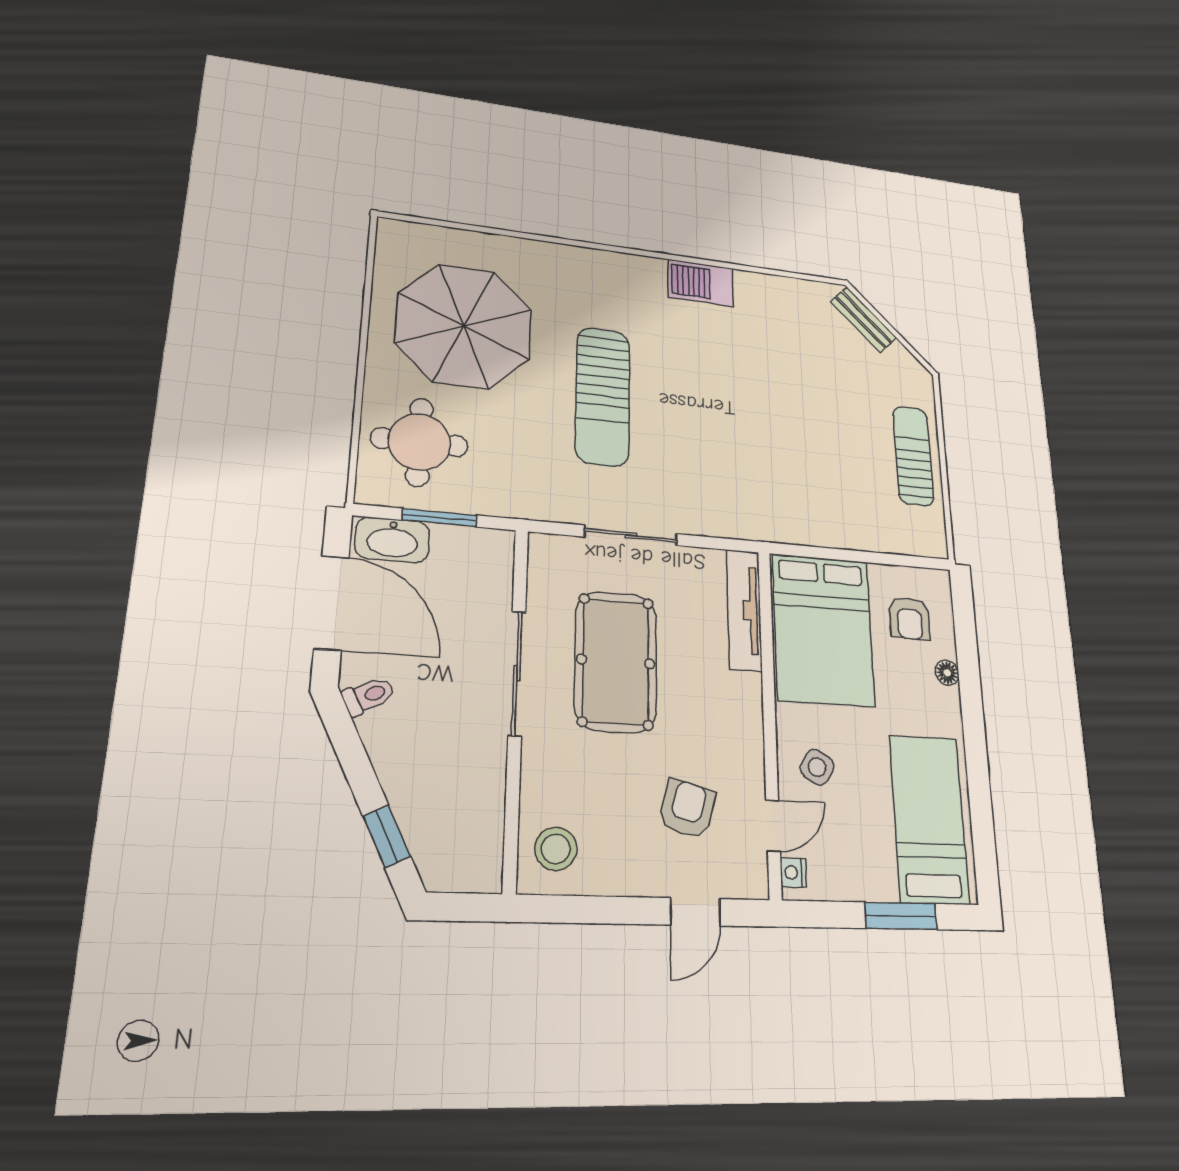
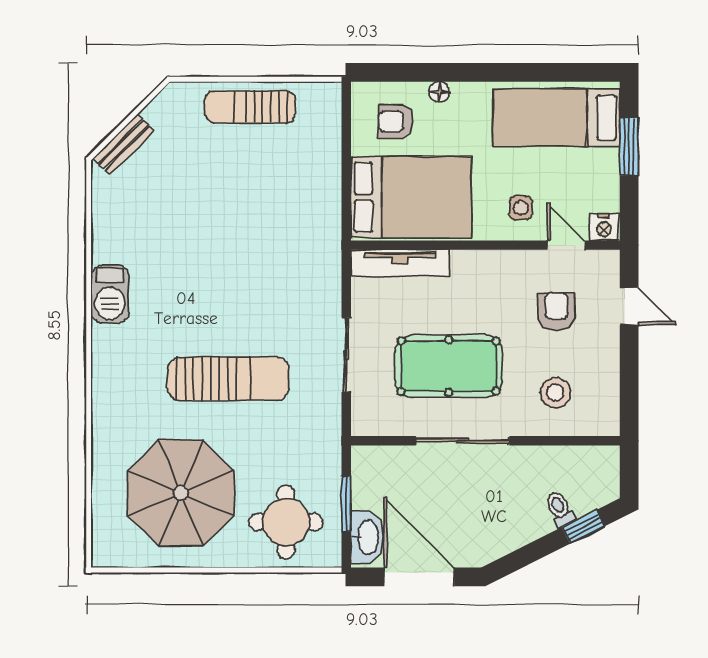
door: (332, 603) -> (419, 577), hinge flipped
armchair: (909, 618) -> (396, 122), turned 180
toilet: (368, 696) -> (560, 509), moved
side table: (817, 767) -> (521, 208), turned -32
armchair: (687, 809) -> (556, 311), turned 75
stool: (556, 849) -> (555, 393), moved
nightstand: (793, 872) -> (604, 227), width x1.39, depth x1.35

